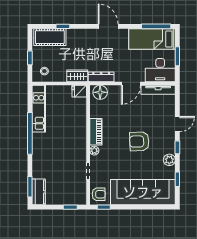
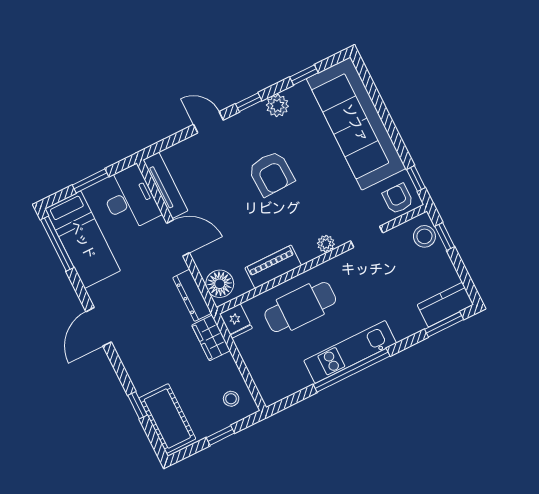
kitchen unit: (39, 109) -> (350, 352), moved
cafe table: (71, 124) -> (300, 307), added
piano: (96, 132) -> (273, 267), moved
stool: (75, 198) -> (424, 236), added

